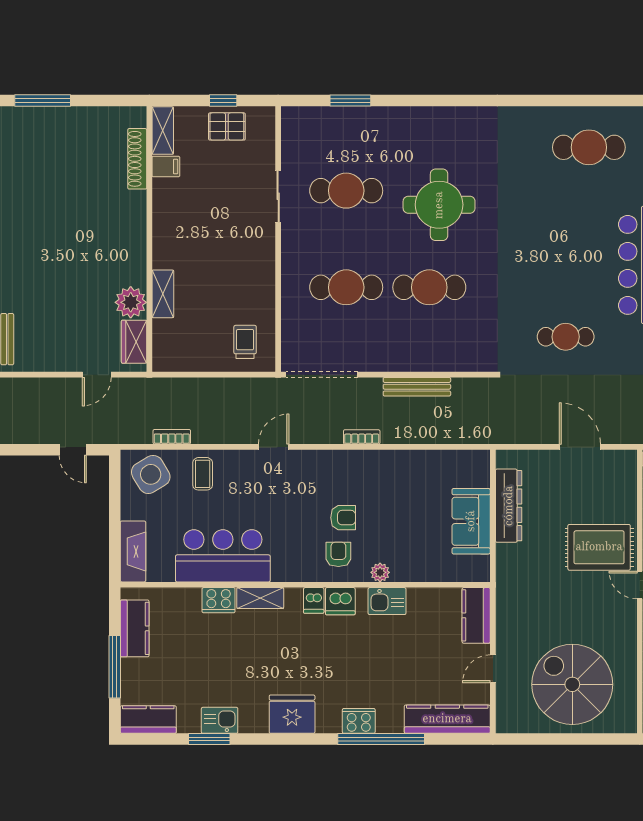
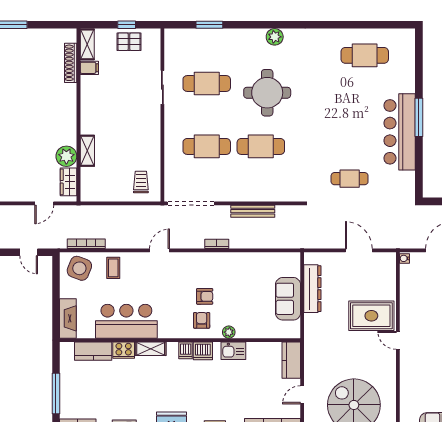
plant: (451, 119) -> (275, 37), added
bookcase: (172, 437) -> (86, 244), width x1.56
side table: (151, 474) -> (79, 268), turned -38
kitchen counter: (135, 628) -> (93, 351), moved, turned 90

